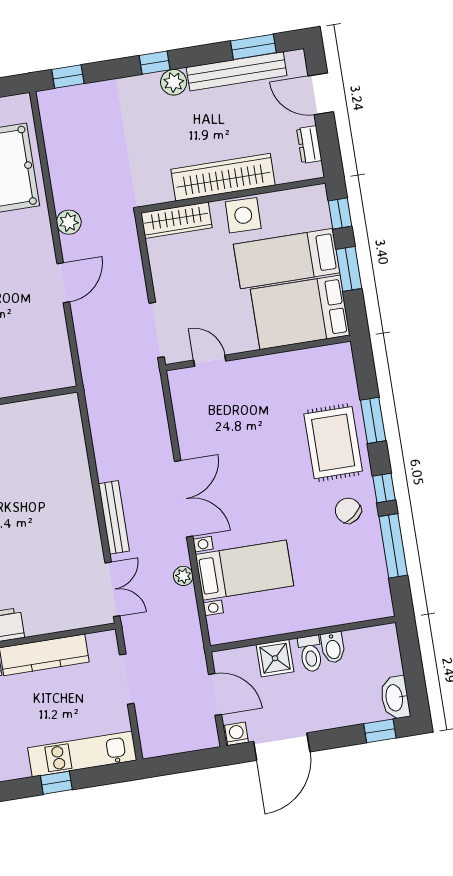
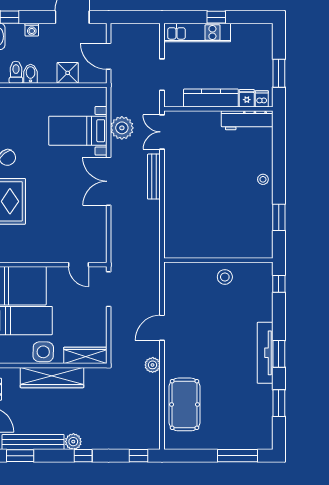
plant: (183, 576) -> (122, 128), width x1.87, depth x1.87
toilet: (310, 654) -> (16, 72), moved
washing machine: (236, 734) -> (32, 30), moved

